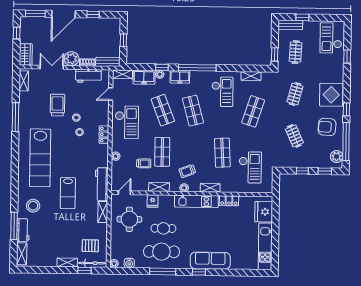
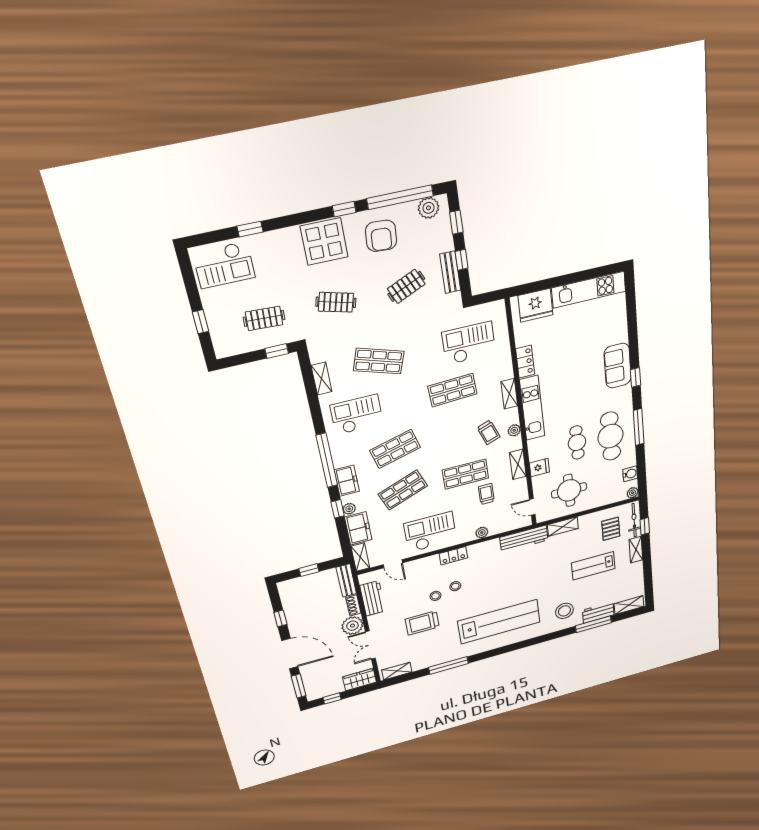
bench: (290, 25) -> (450, 272), moved
lab bench: (68, 193) -> (593, 566), moved, turned 180
sofa: (210, 261) -> (618, 366), width x0.73

